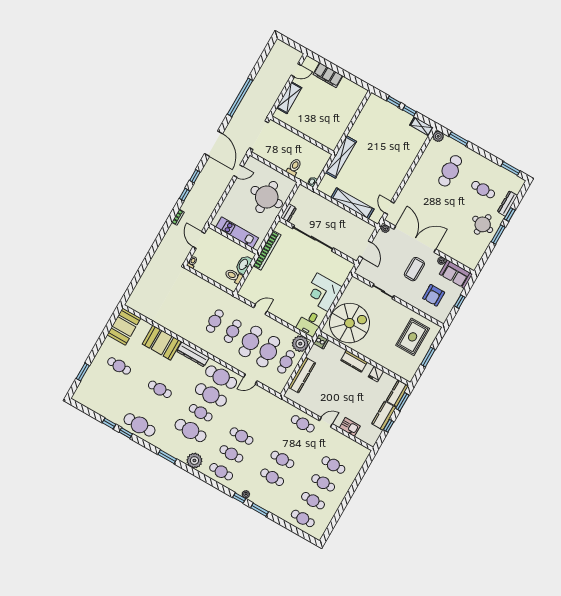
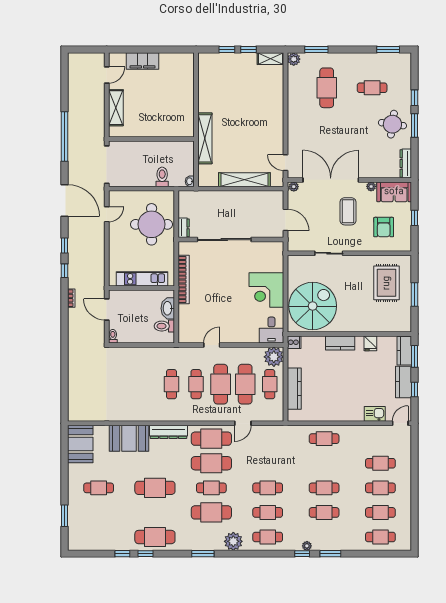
dresser: (507, 204) -> (406, 163), moved
cafe table: (160, 389) -> (155, 488), width x1.37, depth x1.35
door: (326, 422) -> (400, 423), moved

